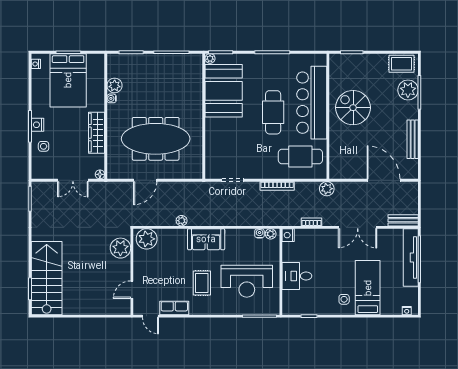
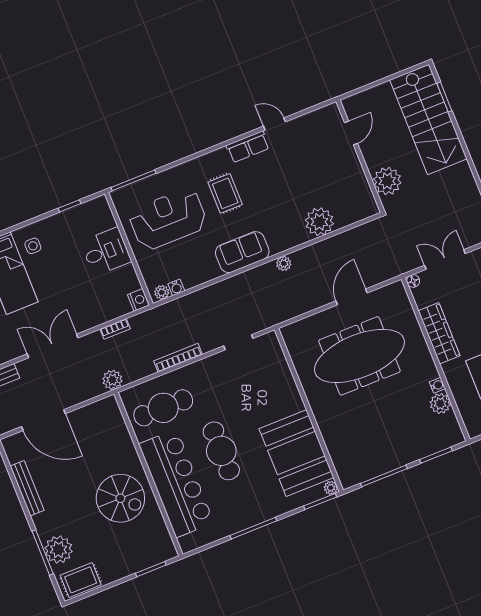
plant: (120, 248) -> (387, 181), moved
wall: (132, 272) -> (360, 156), moved
door: (132, 290) -> (351, 133), moved

